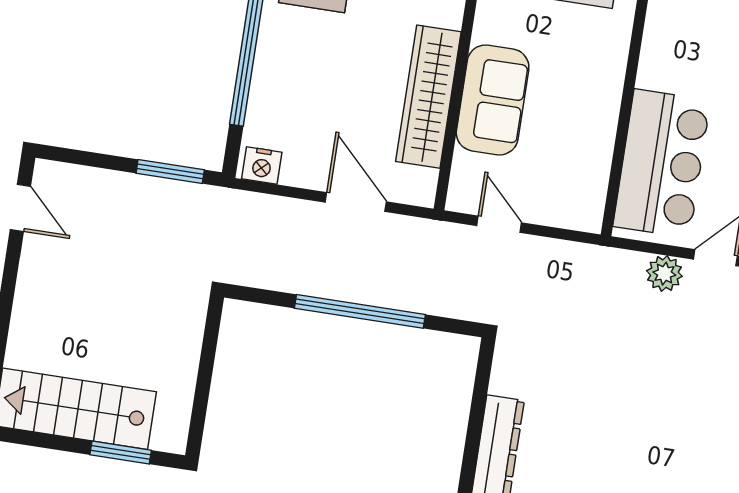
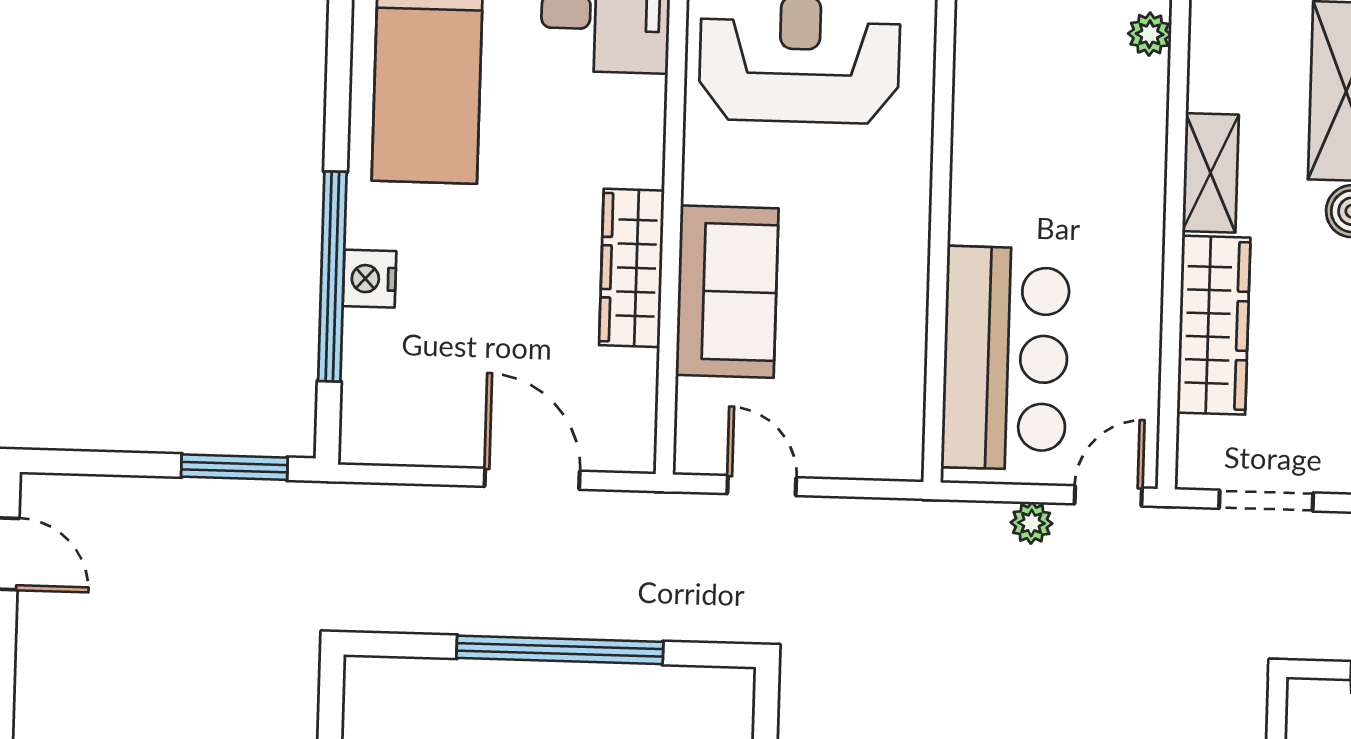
wardrobe: (428, 97) -> (632, 268), width x0.71, depth x0.85
nightstand: (262, 166) -> (369, 279), moved, turned 90
plant: (664, 274) -> (1031, 523), width x0.73, depth x0.73

